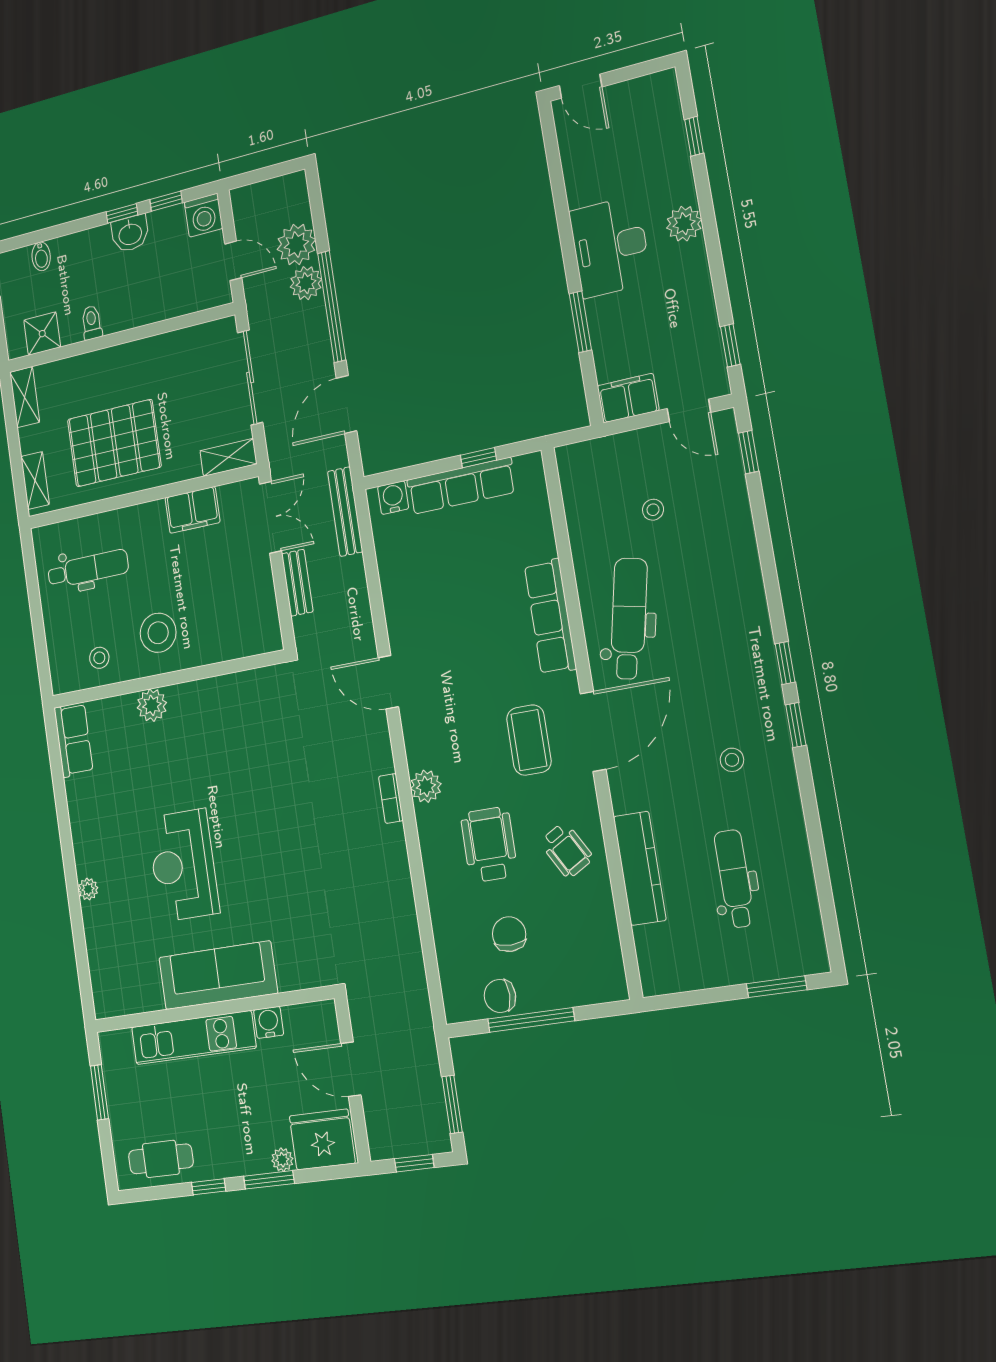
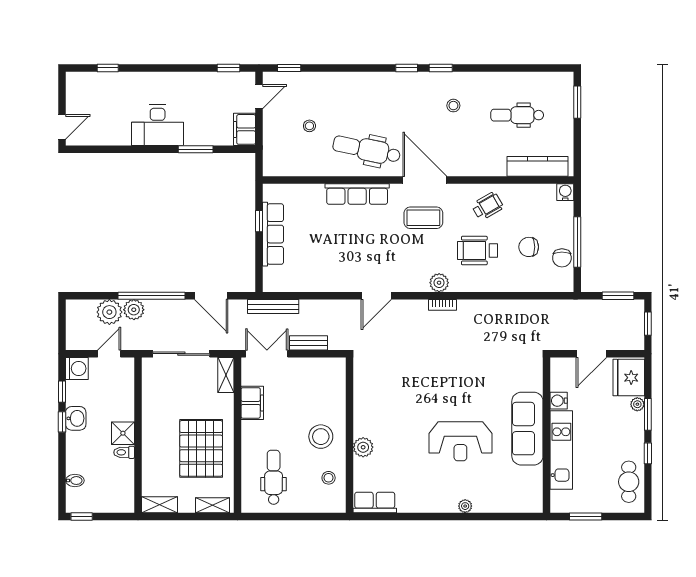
plant: (684, 224) -> (155, 82), removed
shower: (42, 334) -> (123, 433), moved
water cooler: (393, 498) -> (565, 192), moved, turned 90
kitchen counter: (640, 868) -> (538, 166), moved

